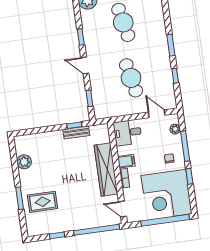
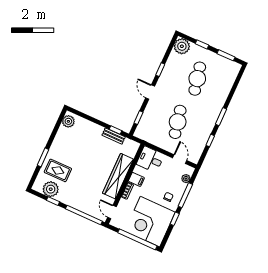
plant: (24, 162) -> (68, 121), moved
plant: (47, 225) -> (51, 189), added

